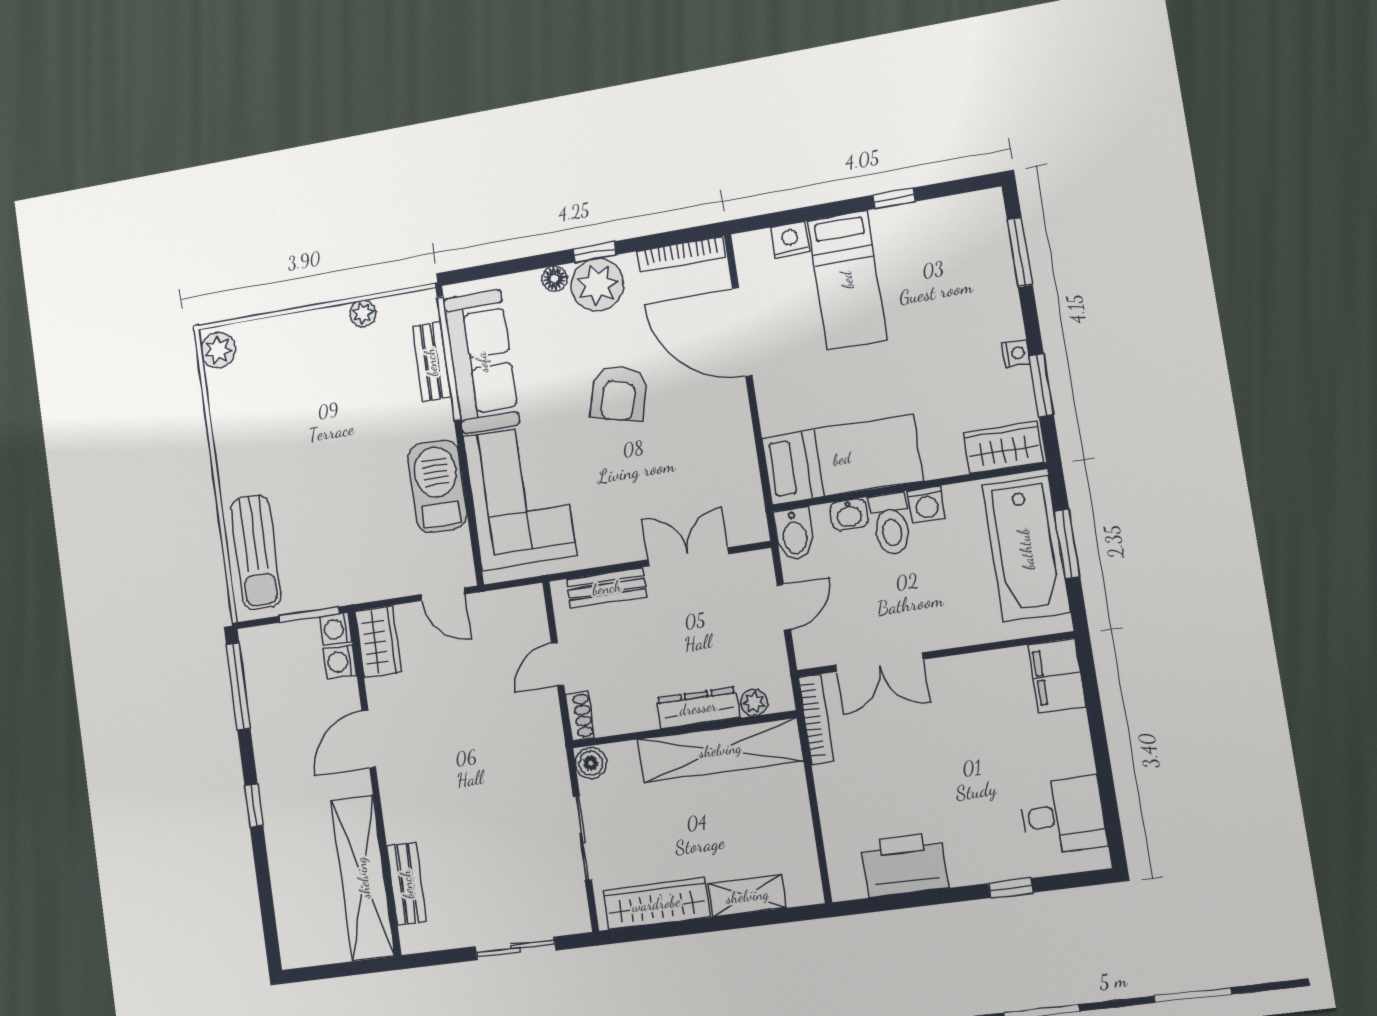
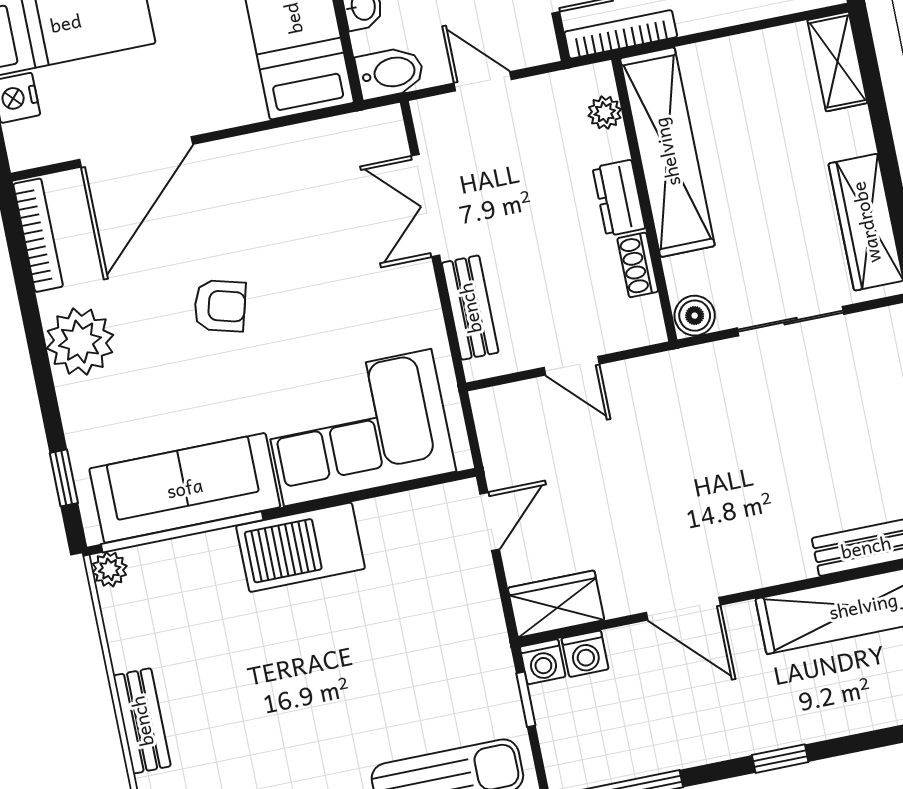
window: (595, 252) -> (64, 478), moved
floor lamp: (554, 279) -> (74, 398), removed
plant: (363, 313) -> (110, 569), moved
bench: (431, 362) -> (142, 721), moved, turned 90
armchair: (619, 393) -> (220, 306), width x0.72, depth x0.72
barbecue: (437, 486) -> (301, 547), moved
window: (309, 615) -> (526, 699), width x0.67
dresser: (698, 708) -> (619, 198), width x0.70
shoe rack: (580, 716) -> (638, 265), moved, turned -90
shelving: (747, 896) -> (837, 62), moved

